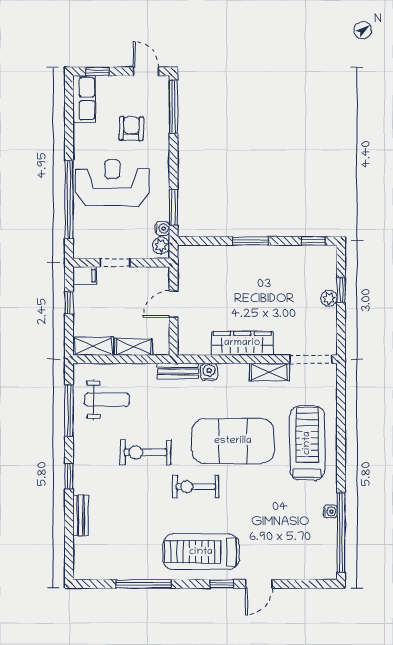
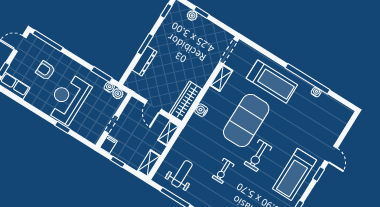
window: (69, 200) -> (63, 127), width x0.32
dresser: (228, 254) -> (145, 61), added
plant: (329, 298) -> (192, 16), moved
wardrobe: (242, 343) -> (186, 101), moved
shelving: (134, 347) -> (168, 133), moved
bench: (178, 371) -> (190, 126), removed
treadmill: (307, 443) -> (272, 82), turned 180
exercise bike: (146, 452) -> (223, 171), width x0.73, depth x0.72
window: (341, 532) -> (308, 79), moved

